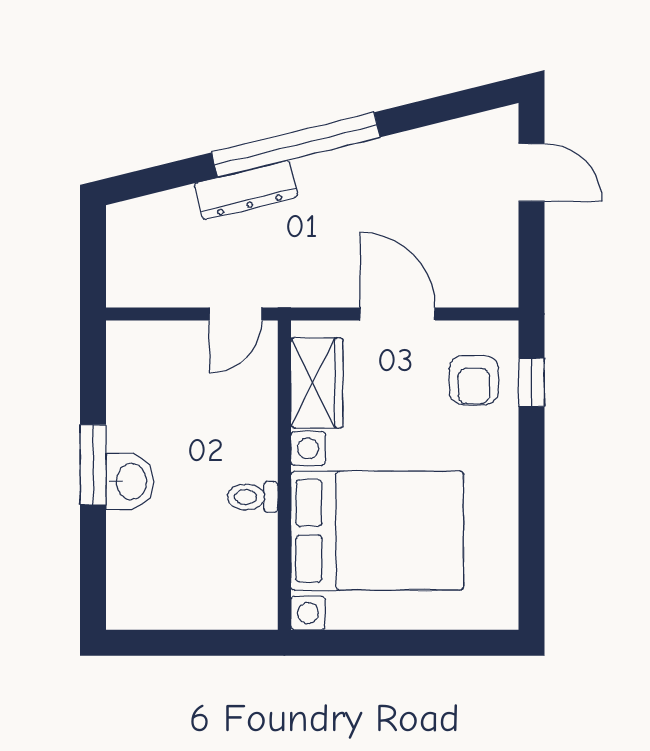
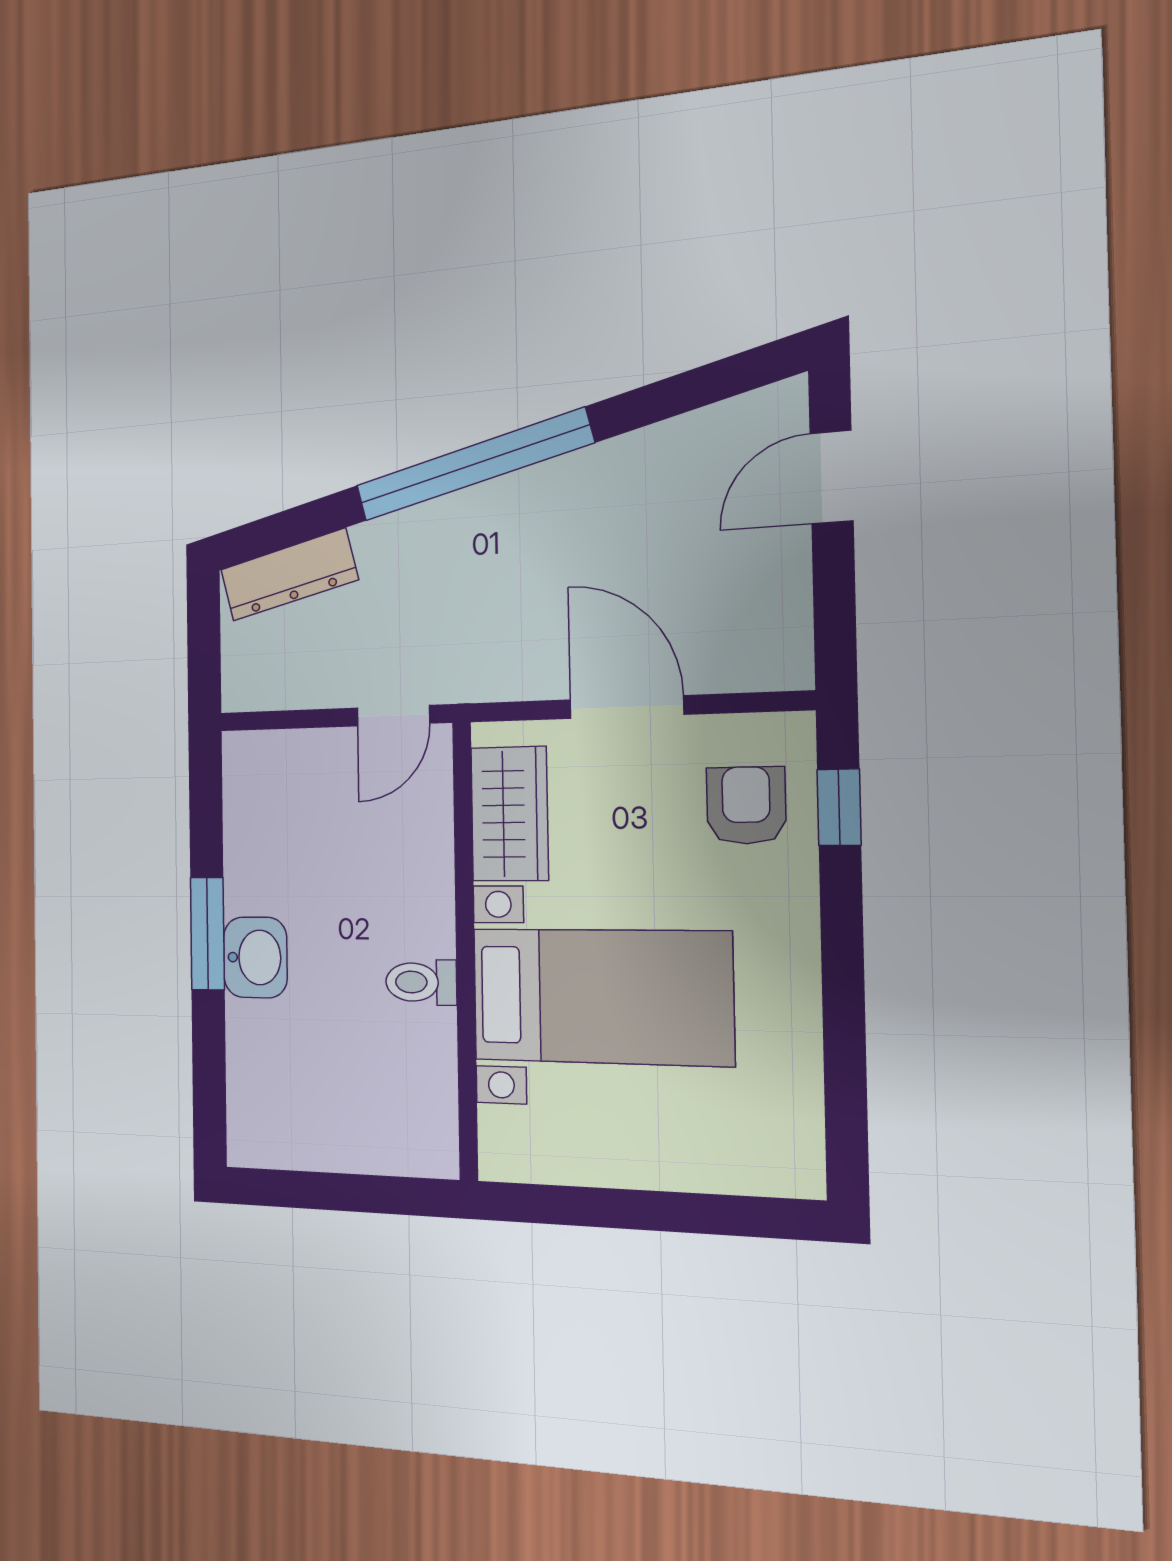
door: (532, 172) -> (831, 477), swing flipped
dresser: (246, 190) -> (289, 575), moved
armchair: (474, 380) -> (746, 805), turned 180
bed with nightstands: (377, 531) -> (601, 996), width x0.73

